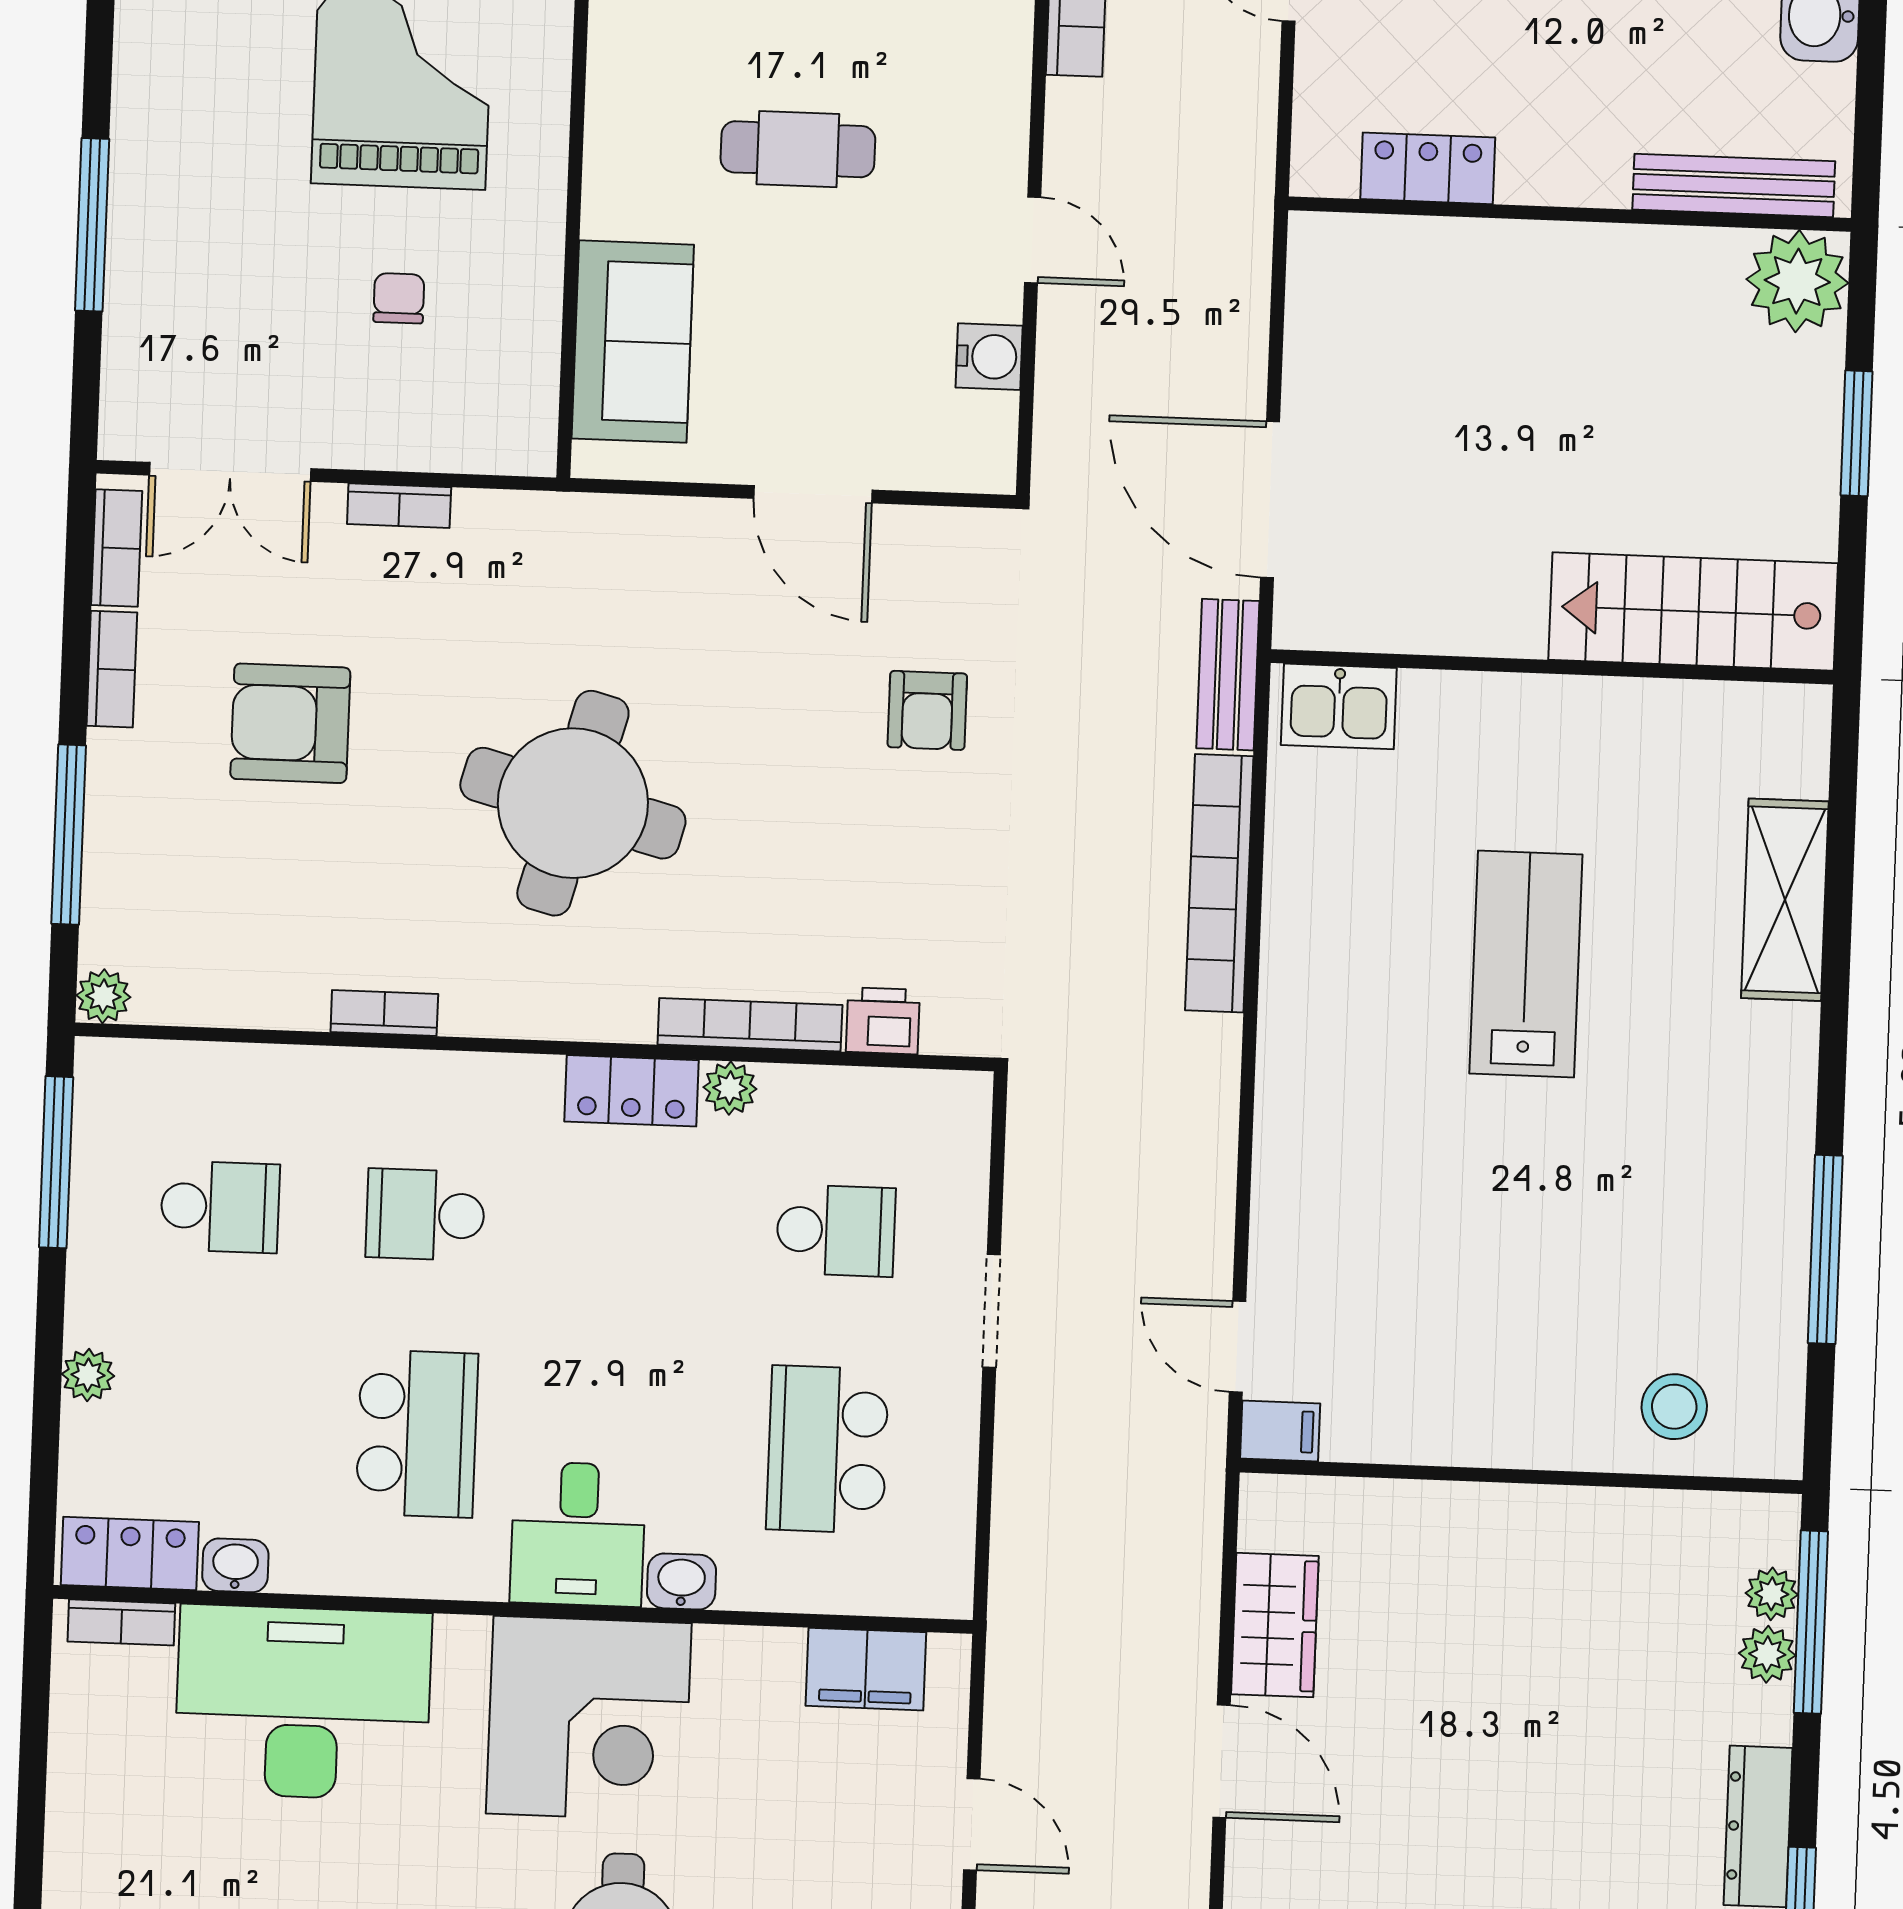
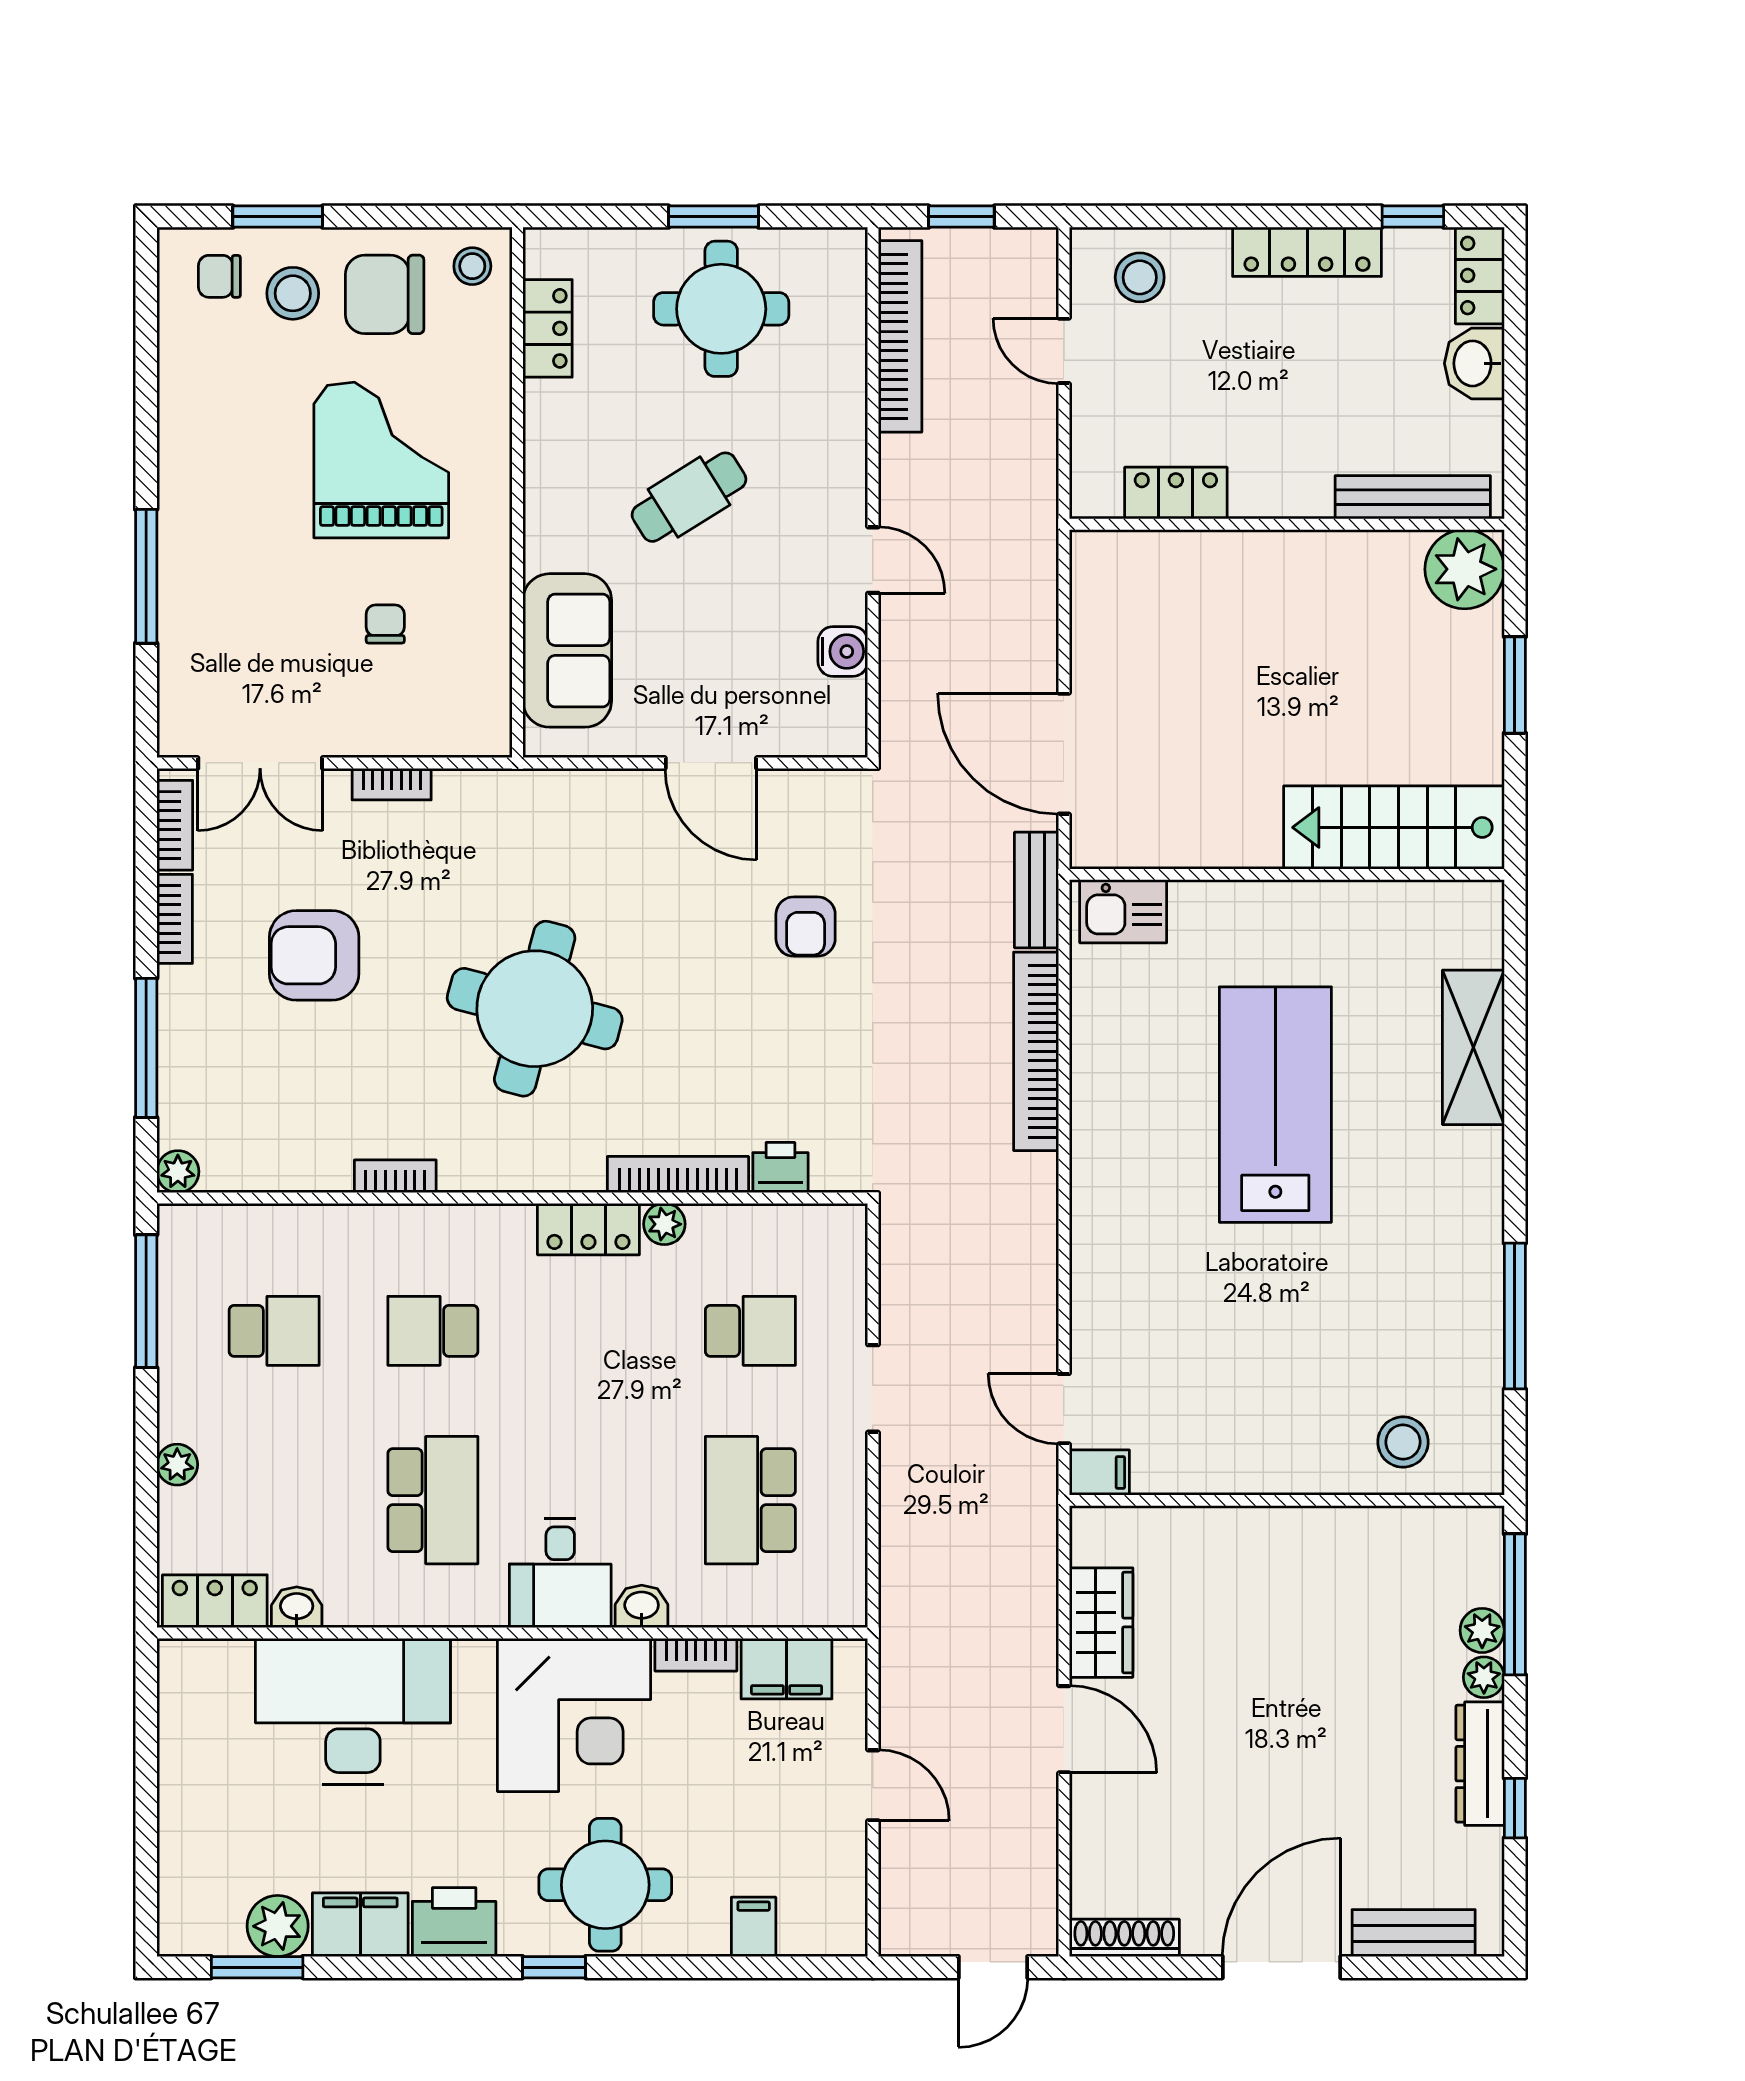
cafe table: (798, 149) -> (689, 497), turned -32
lab bench: (1526, 964) -> (1275, 1105), width x1.36, depth x1.39
plant: (1772, 1594) -> (1484, 1677), moved
bookcase: (121, 1622) -> (696, 1655), moved

